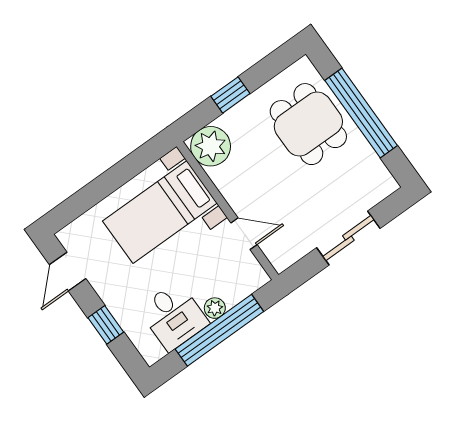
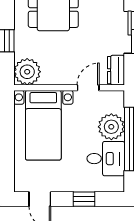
dresser: (289, 252) -> (116, 70), added
plant: (215, 308) -> (111, 127), width x1.88, depth x1.88

